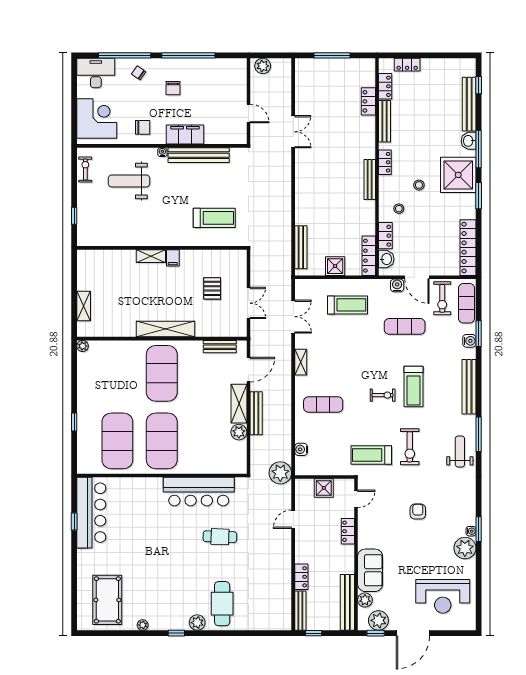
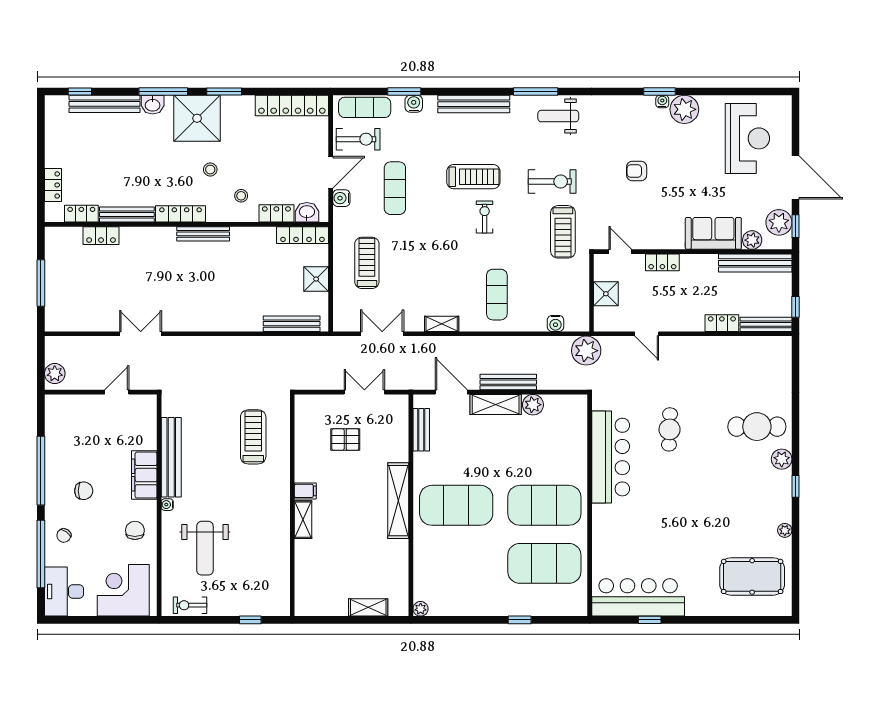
locker: (385, 162) -> (181, 214), width x1.53

